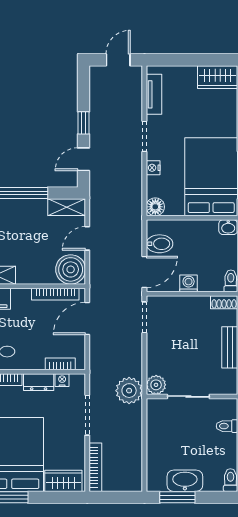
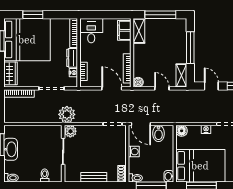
boiler: (71, 269) -> (138, 82), width x0.54, depth x0.54

